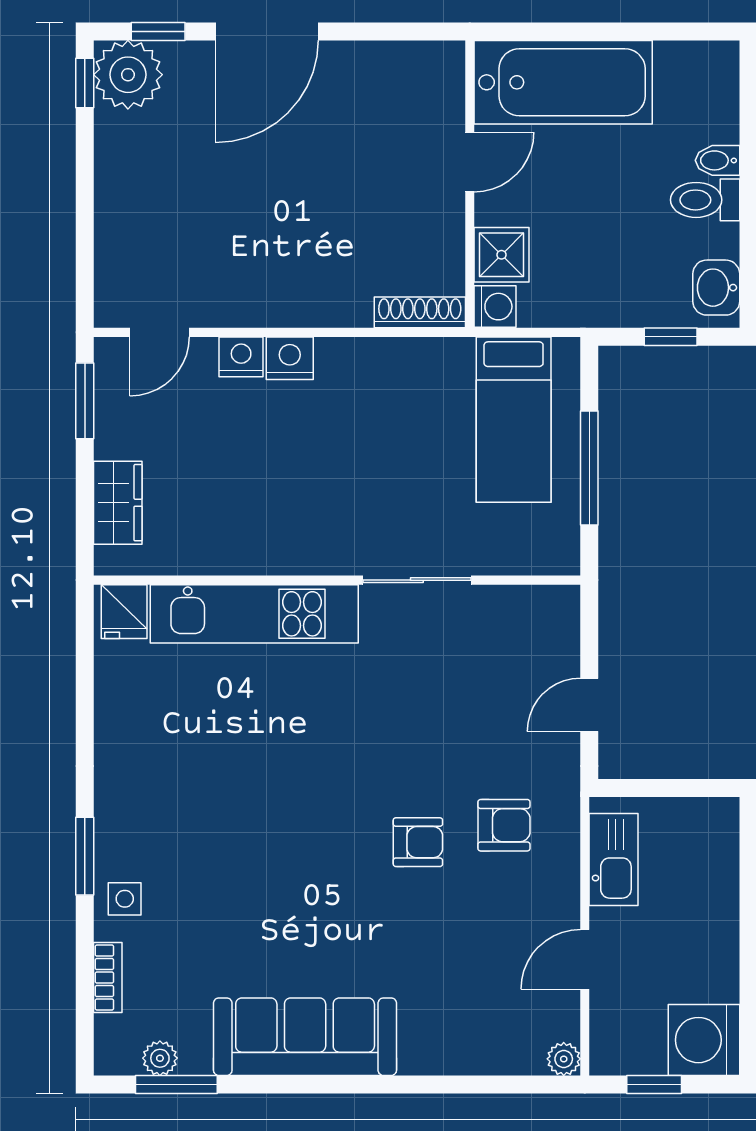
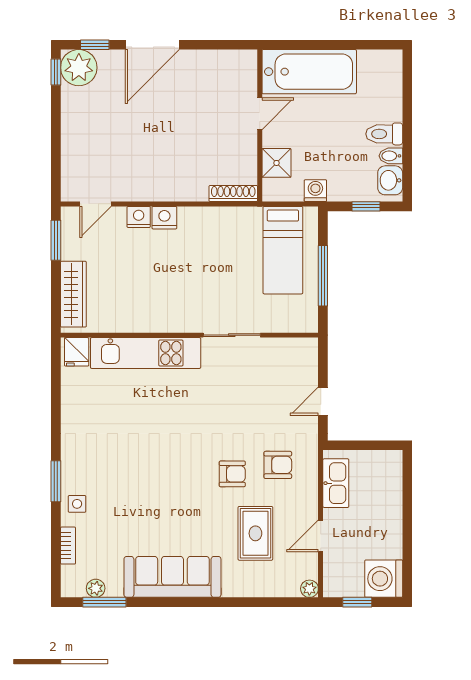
bidet: (718, 160) -> (391, 156), moved
washing machine: (495, 307) -> (315, 191), moved, turned -90
wardrobe: (118, 503) -> (73, 294), width x1.50
rug: (462, 954) -> (255, 533), added

